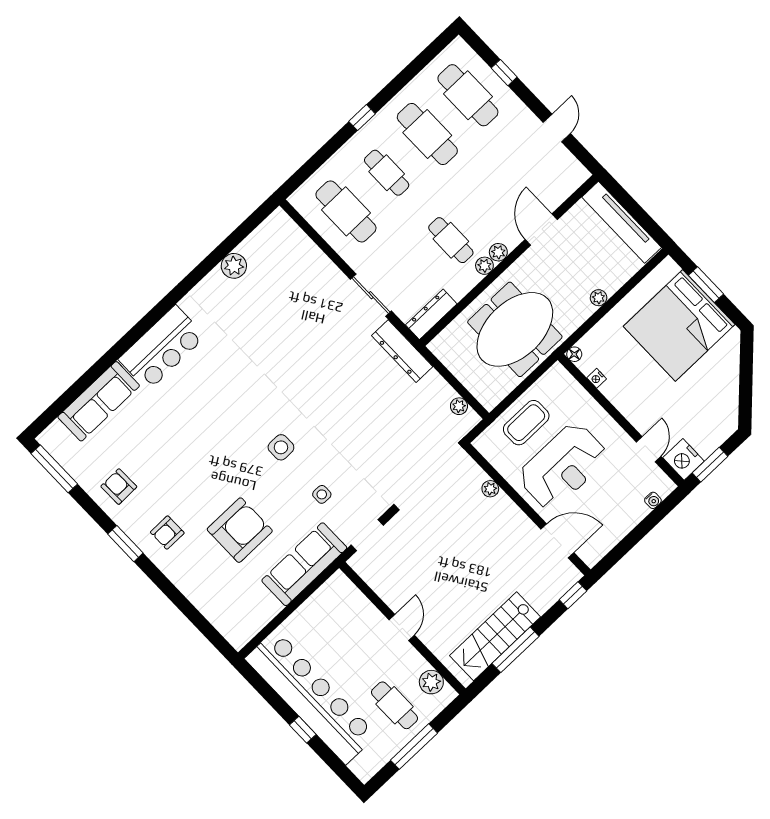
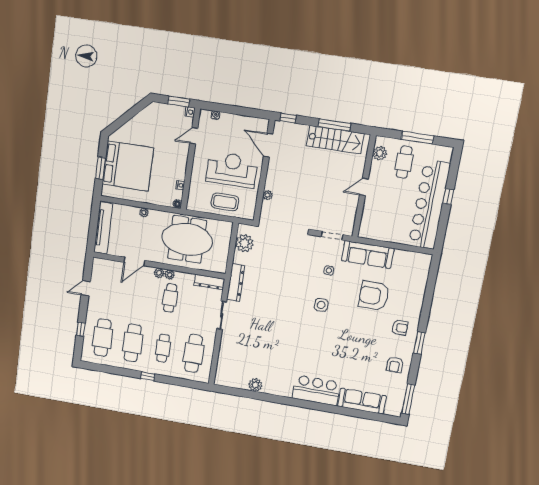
plant: (459, 406) -> (244, 243), width x1.87, depth x1.87
nightstand: (684, 459) -> (190, 112), width x0.53, depth x0.56

